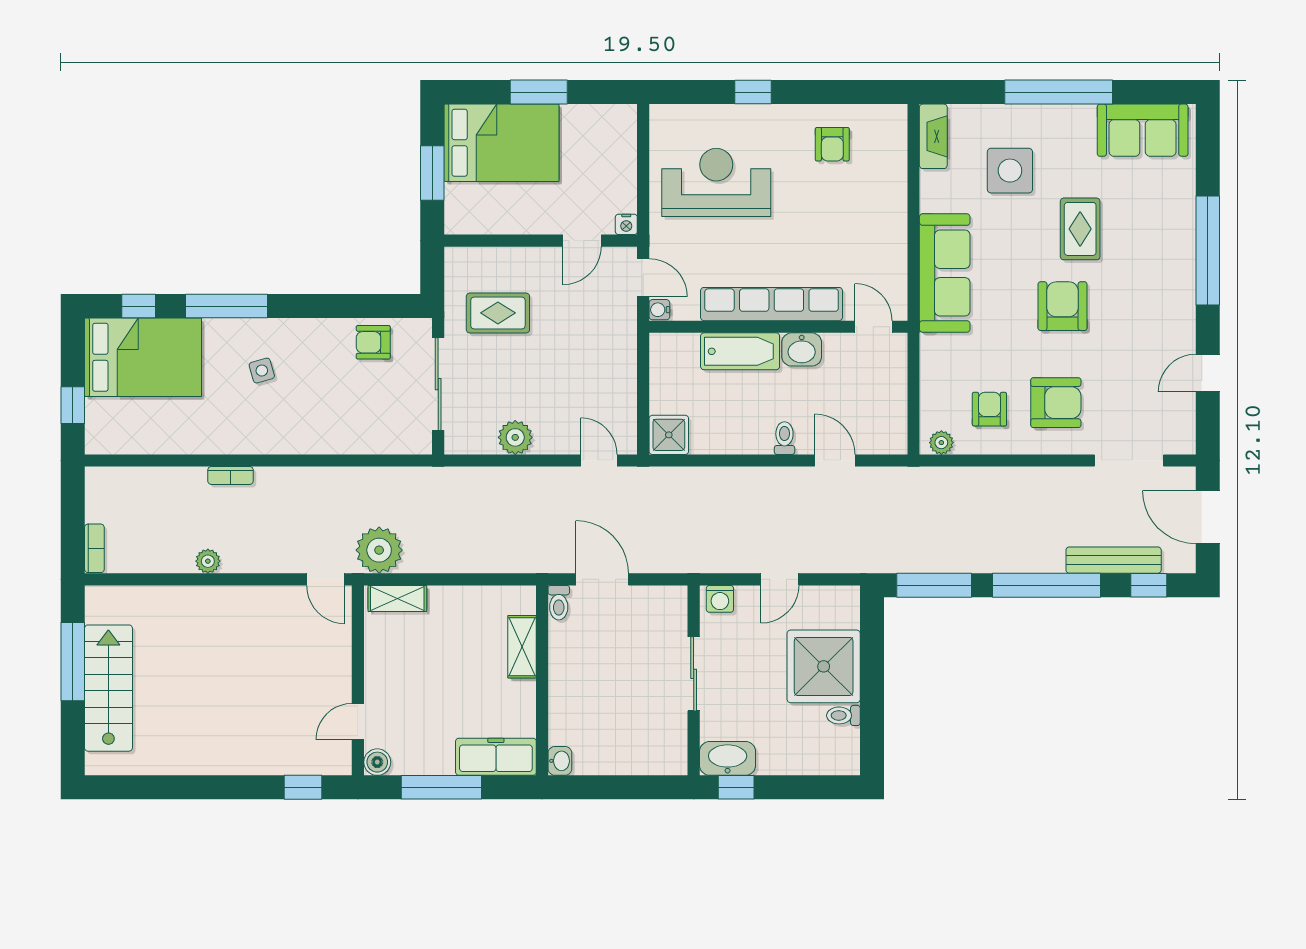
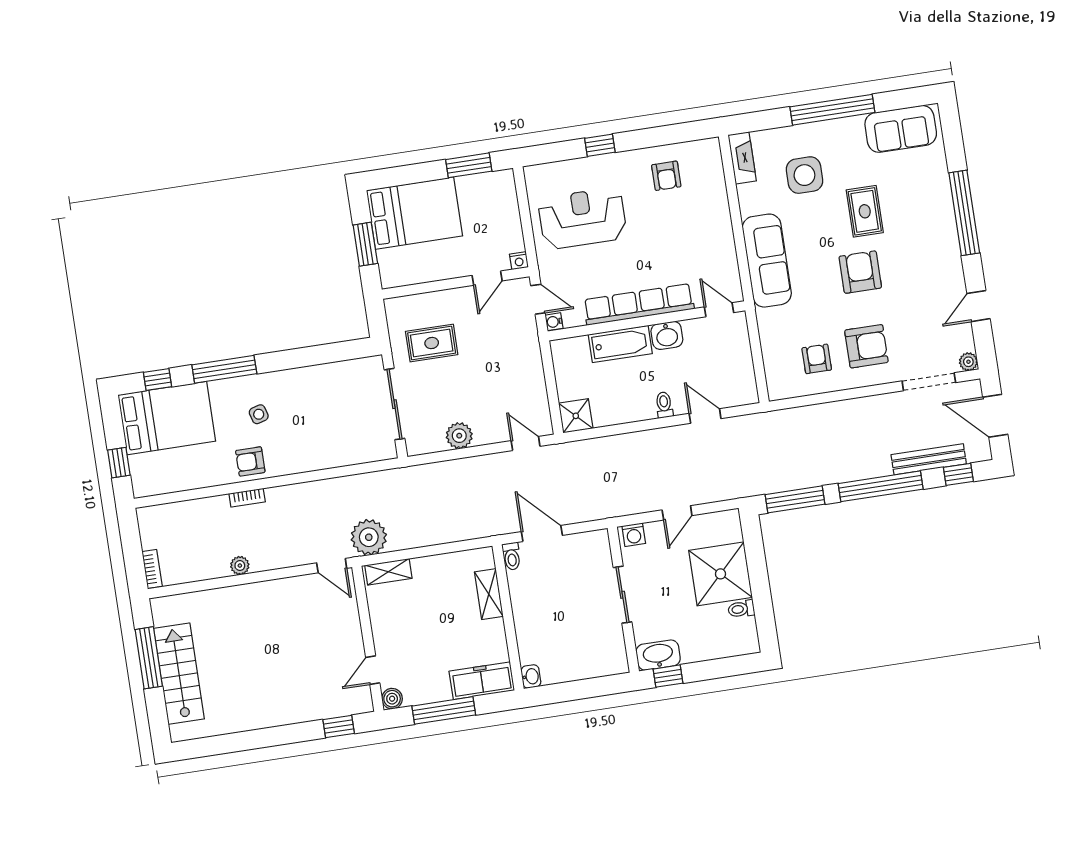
window: (539, 92) -> (469, 165), moved
armchair: (373, 342) -> (250, 461), moved
plant: (941, 443) -> (968, 362), moved

